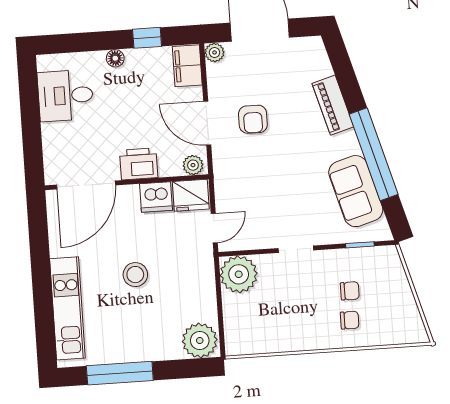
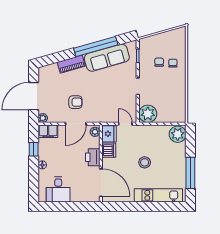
sofa: (356, 191) -> (107, 58), width x1.36

